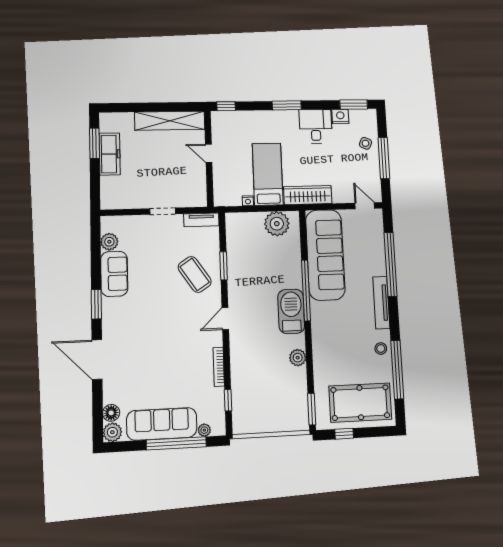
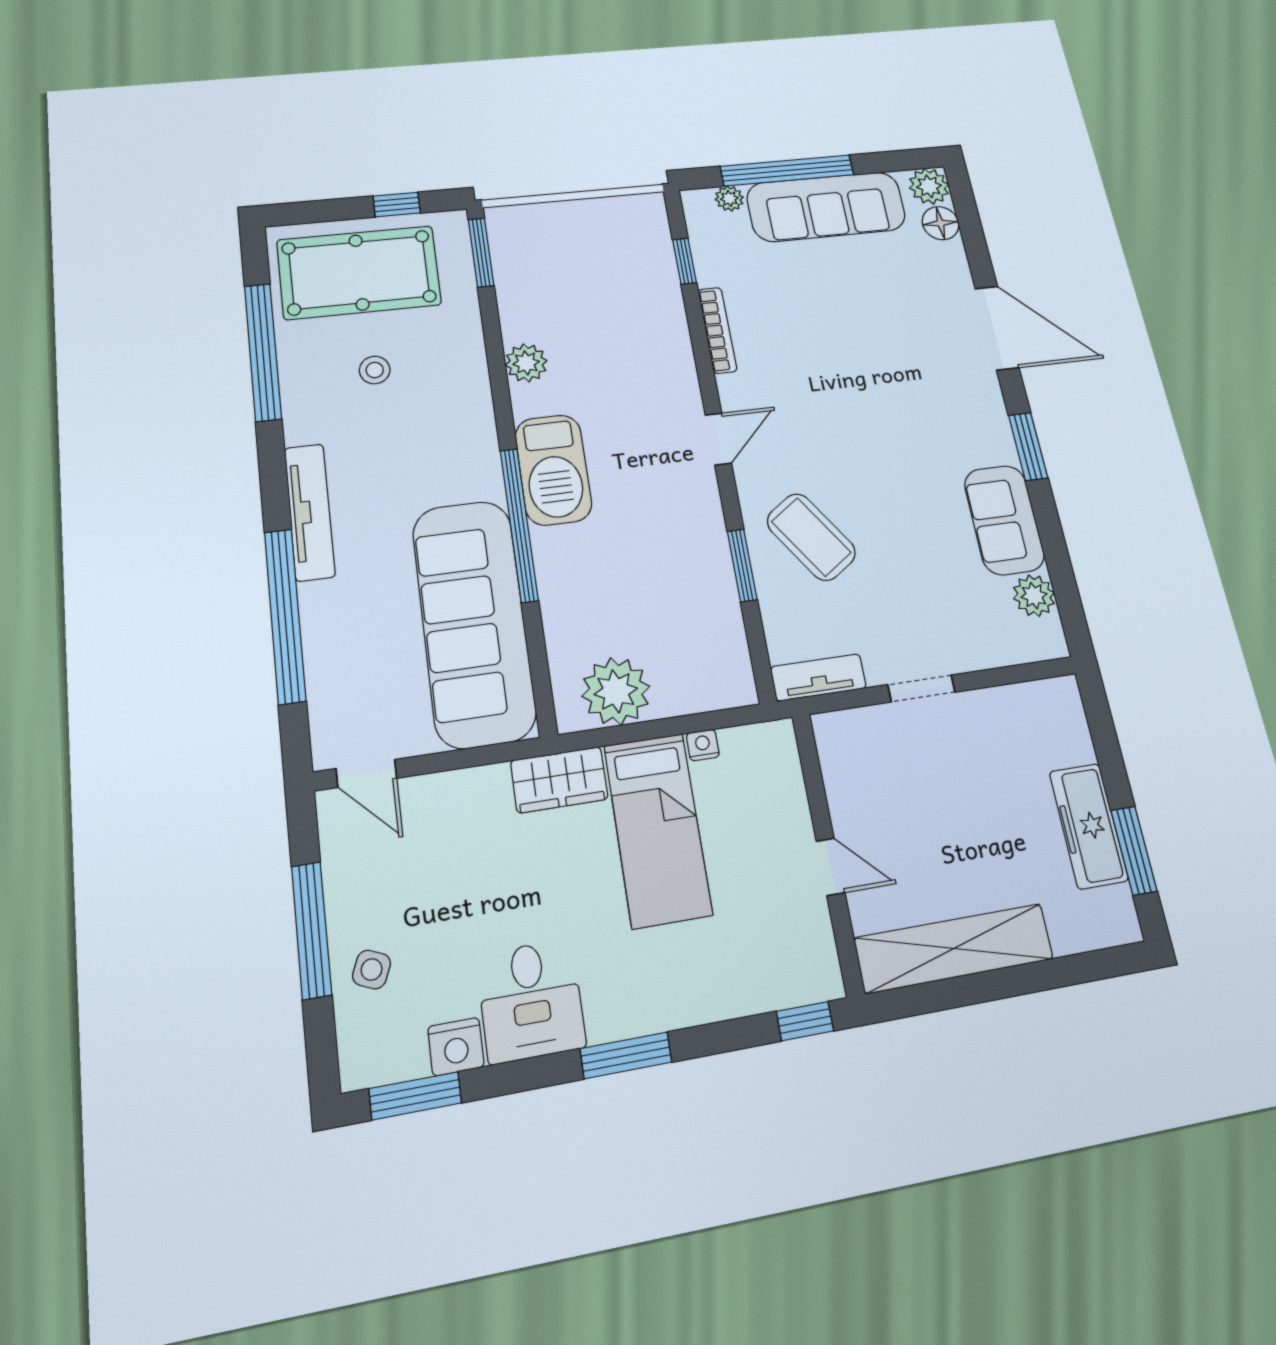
wardrobe: (308, 195) -> (559, 780), width x0.67
stool: (381, 349) -> (375, 370), moved

